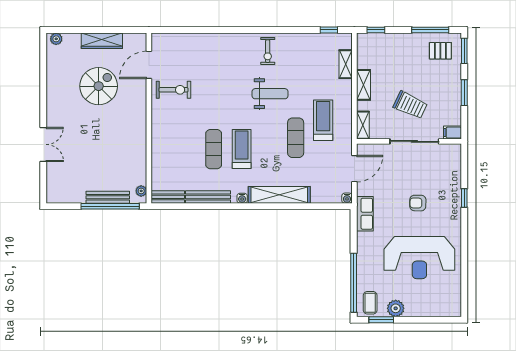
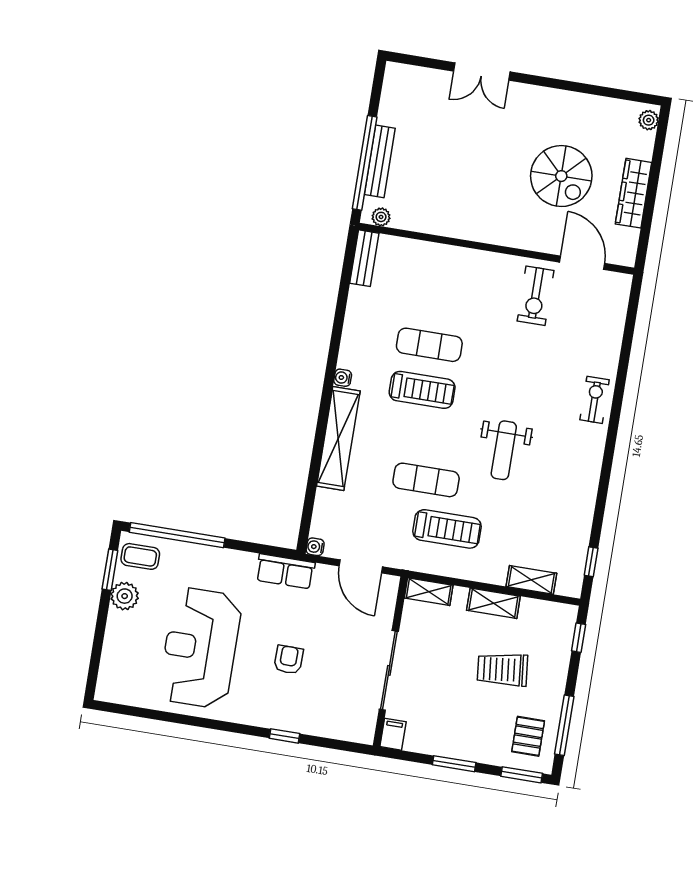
exercise bike: (268, 51) -> (595, 400), moved, turned 90
trolley: (410, 105) -> (502, 669), moved, turned 59
bench: (208, 197) -> (354, 323), removed

